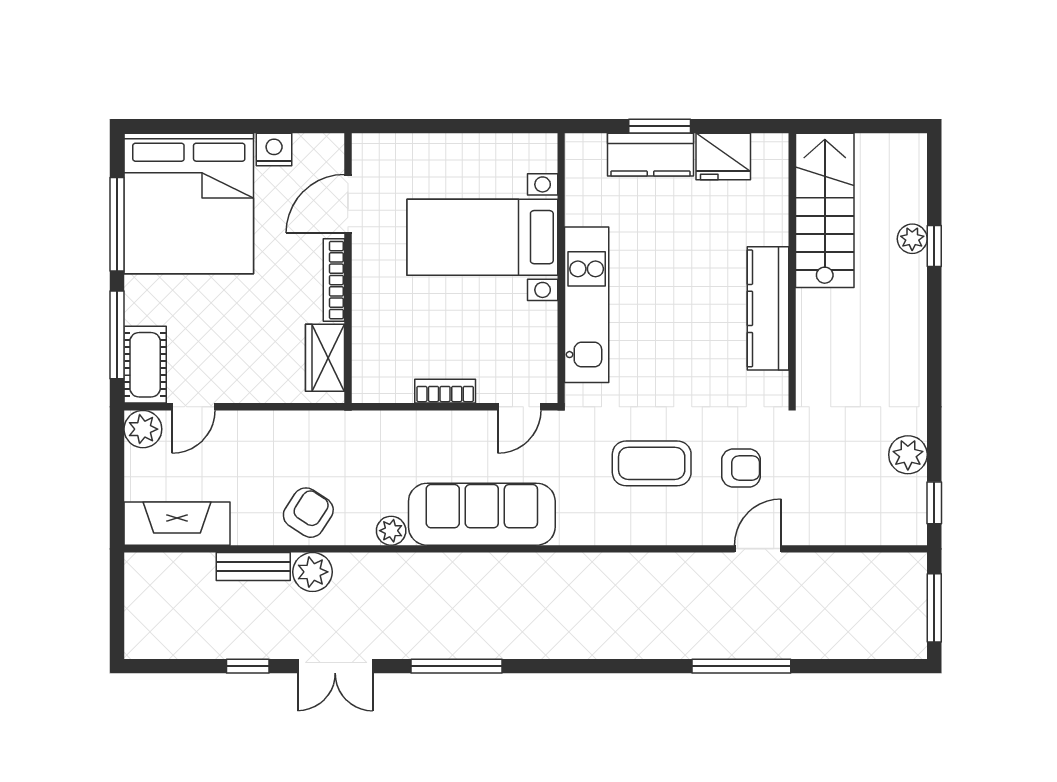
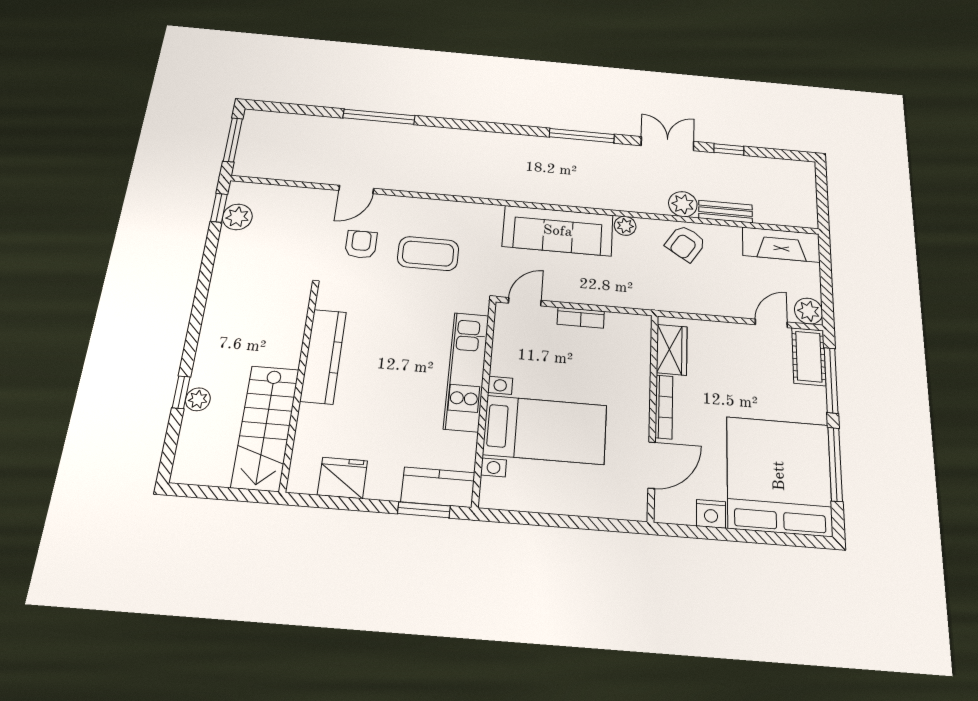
window: (660, 126) -> (424, 510), moved
kitchen counter: (650, 155) -> (438, 487), moved
plant: (908, 455) -> (237, 217), moved
armchair: (741, 468) -> (361, 244), turned 90

